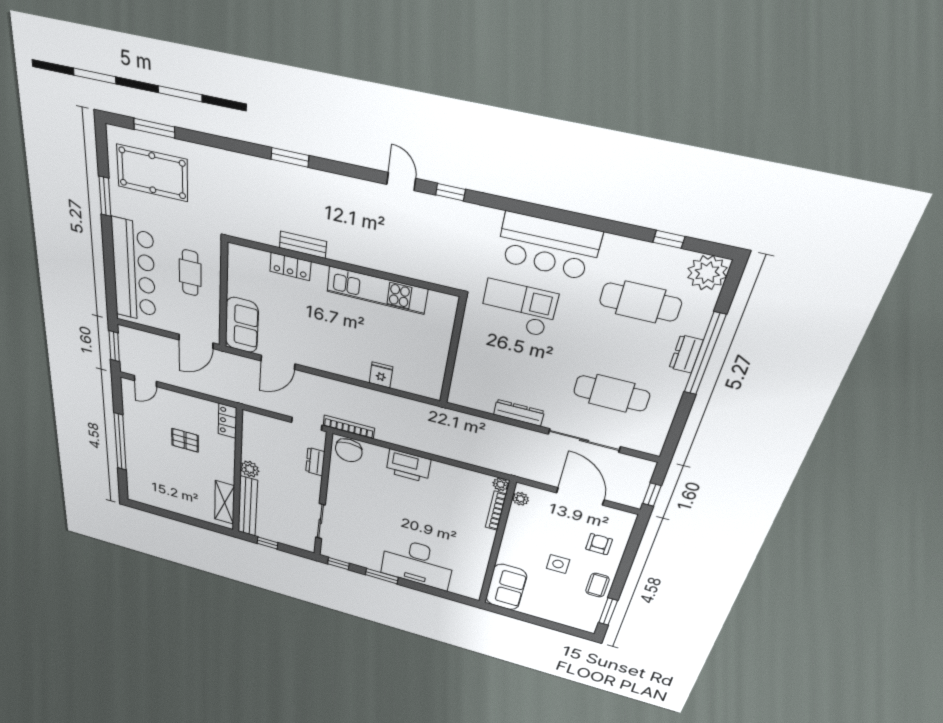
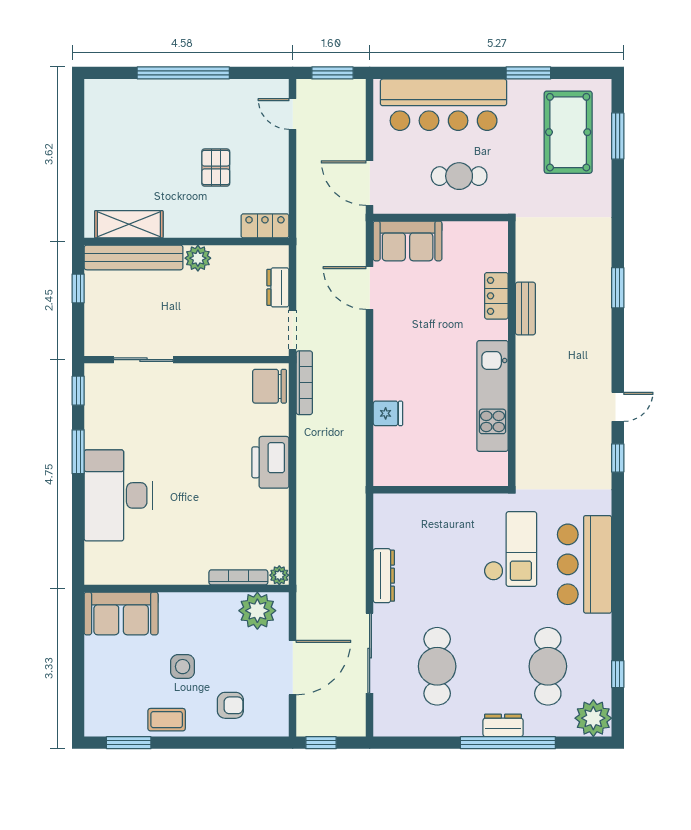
dresser: (315, 462) -> (278, 287), moved, turned -90
plant: (520, 499) -> (257, 611), width x1.88, depth x1.88

